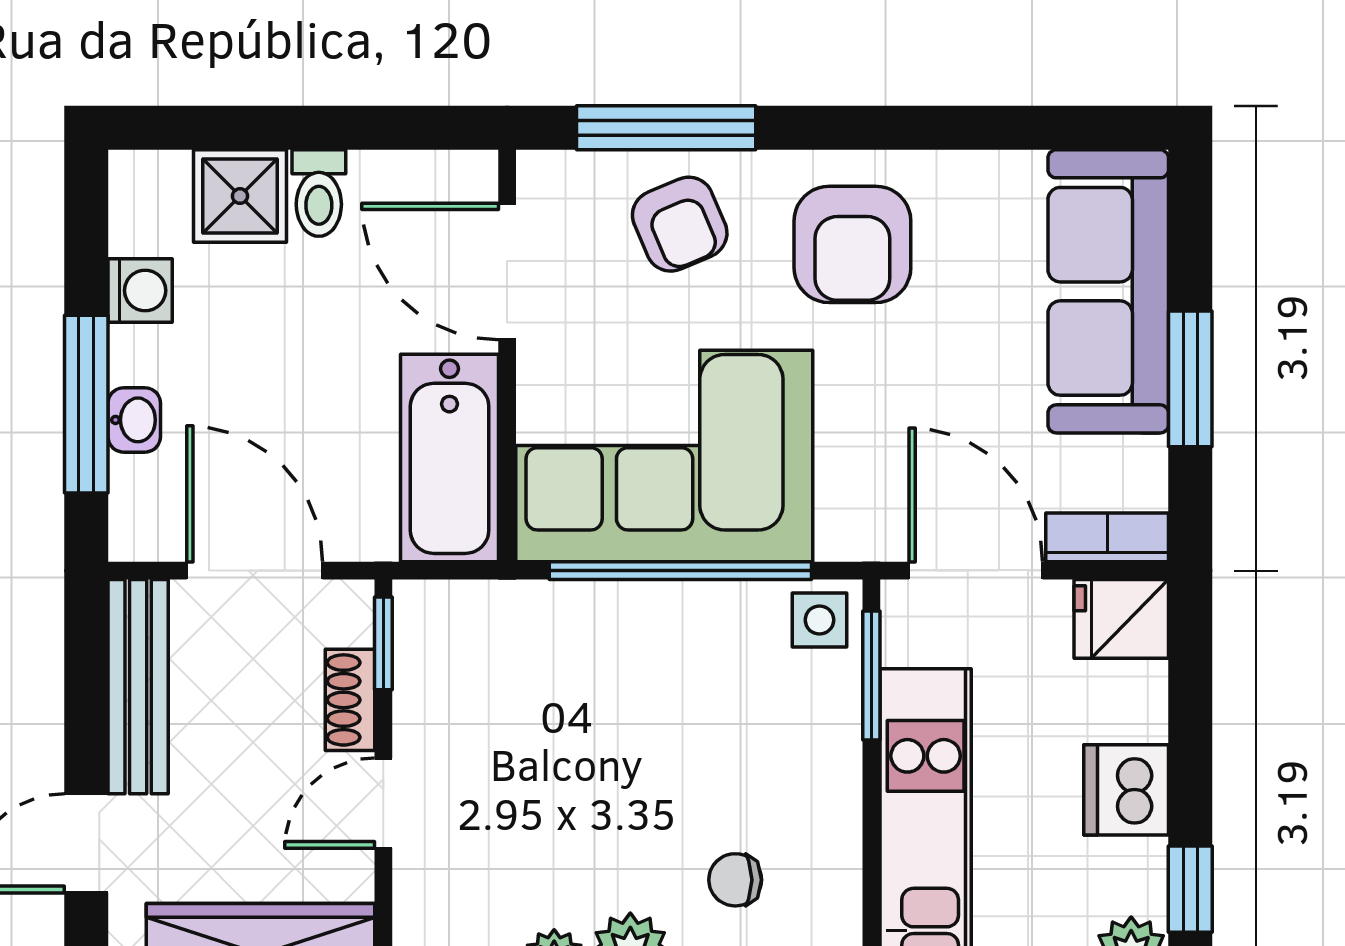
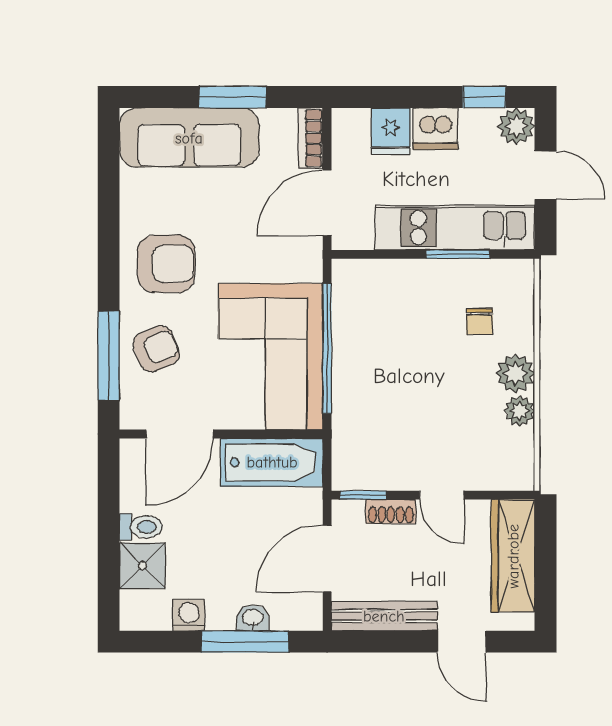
fridge: (1121, 619) -> (391, 131), moved
side table: (819, 620) -> (351, 280), removed
window: (871, 676) -> (458, 254), moved

